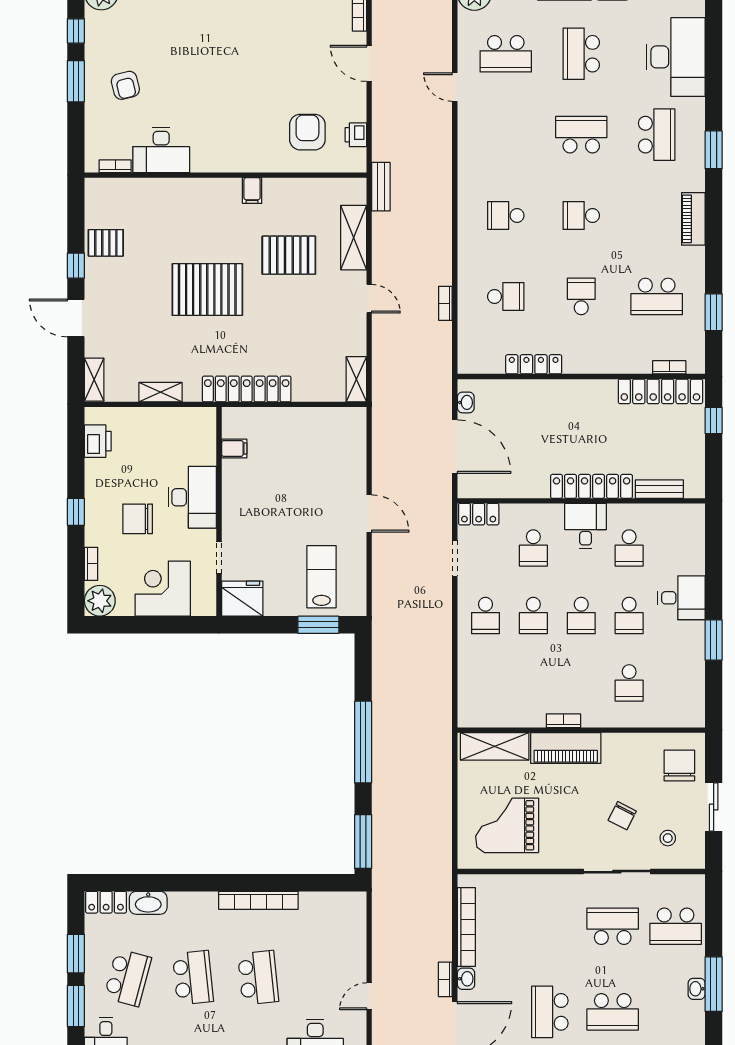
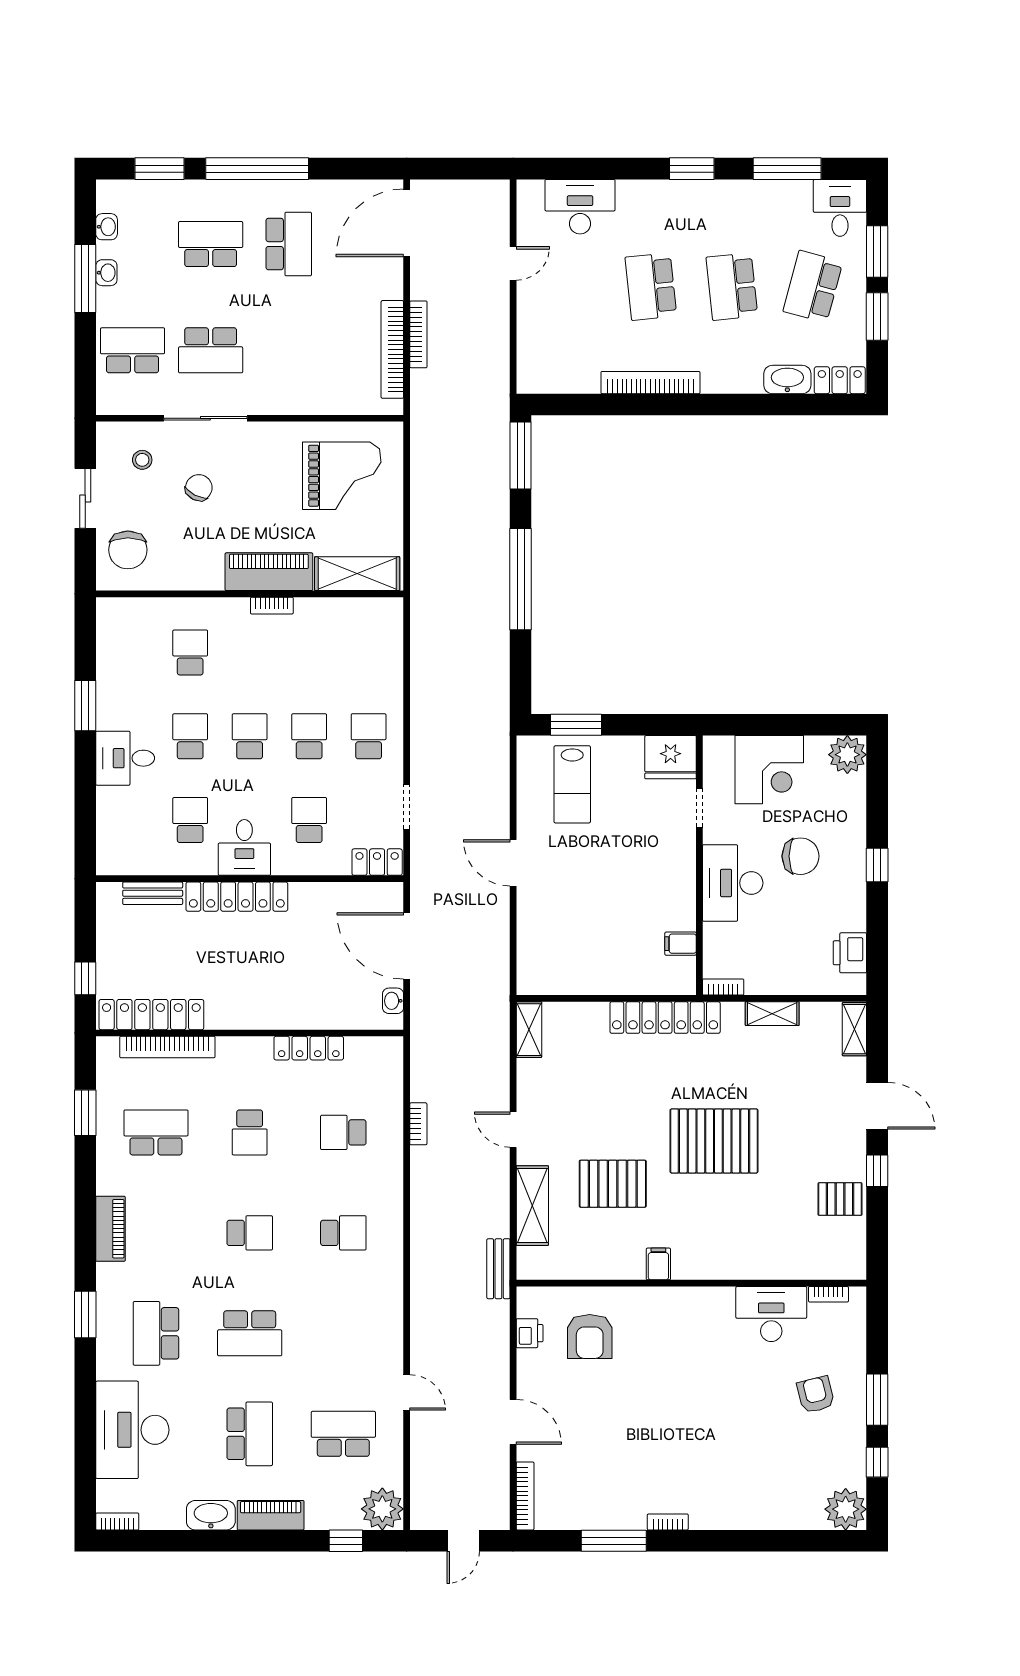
bookcase: (669, 367) -> (167, 1047), width x2.31, depth x1.31
bookcase: (91, 564) -> (723, 987), moved, turned 90
bookcase: (445, 979) -> (418, 334), moved, width x1.56
washbasin: (466, 979) -> (107, 227), moved, turned 180

